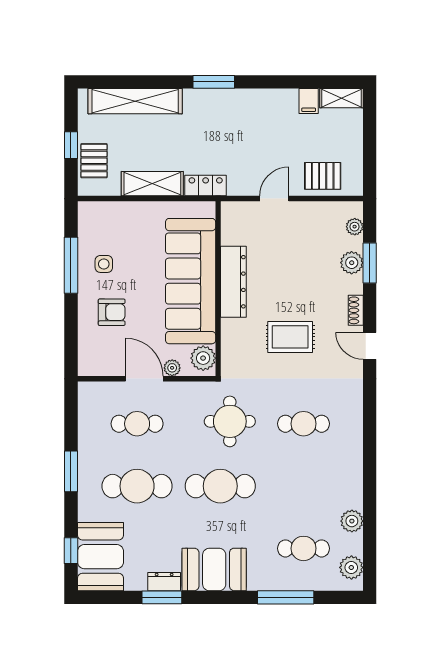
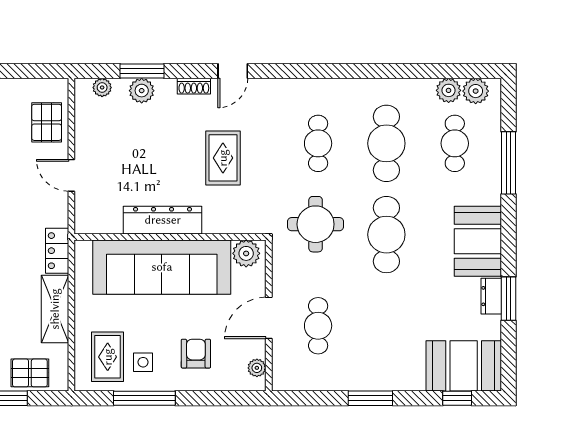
rug: (109, 232) -> (108, 357), added
plant: (172, 368) -> (257, 368), moved
cafe table: (137, 486) -> (386, 143), moved
plant: (352, 521) -> (449, 90), moved

